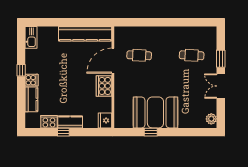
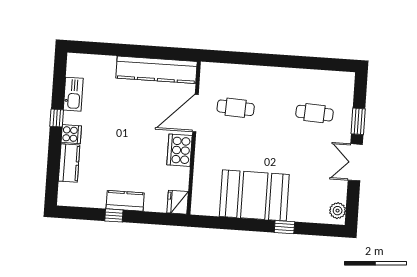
kitchen sink: (31, 37) -> (73, 94), moved
cooker: (49, 122) -> (93, 198), removed
window: (151, 132) -> (284, 227), moved

